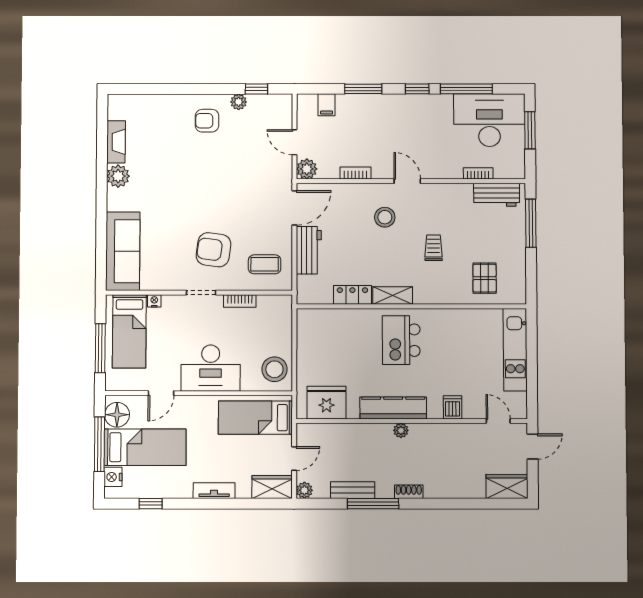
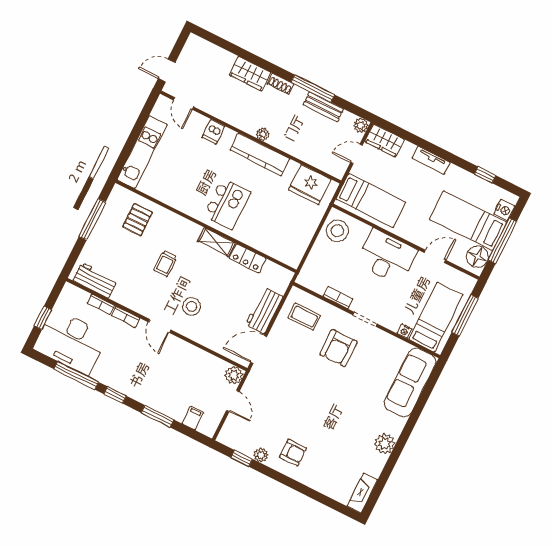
window: (530, 130) -> (43, 318), width x0.67
fireplace: (116, 142) -> (362, 493), moved
bookcase: (355, 173) -> (126, 317), moved
window: (531, 223) -> (92, 219), moved
armchair: (214, 250) -> (338, 348), turned 82
wardrobe: (507, 486) -> (250, 74), moved

